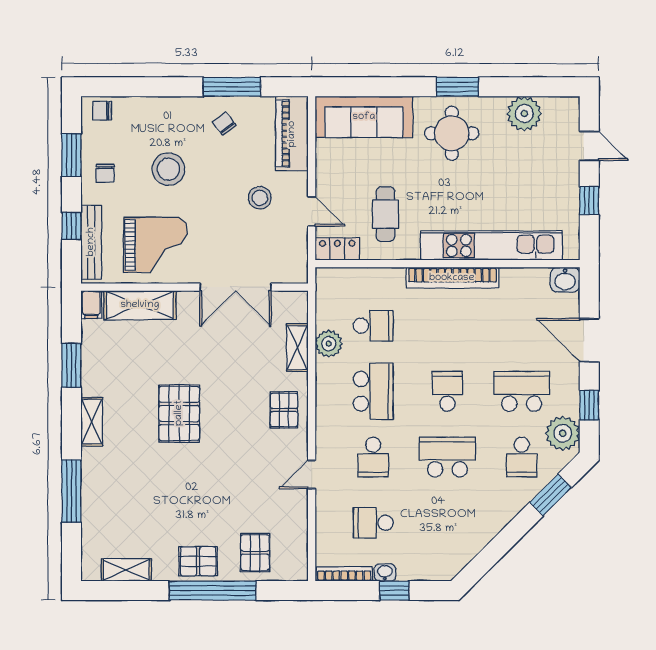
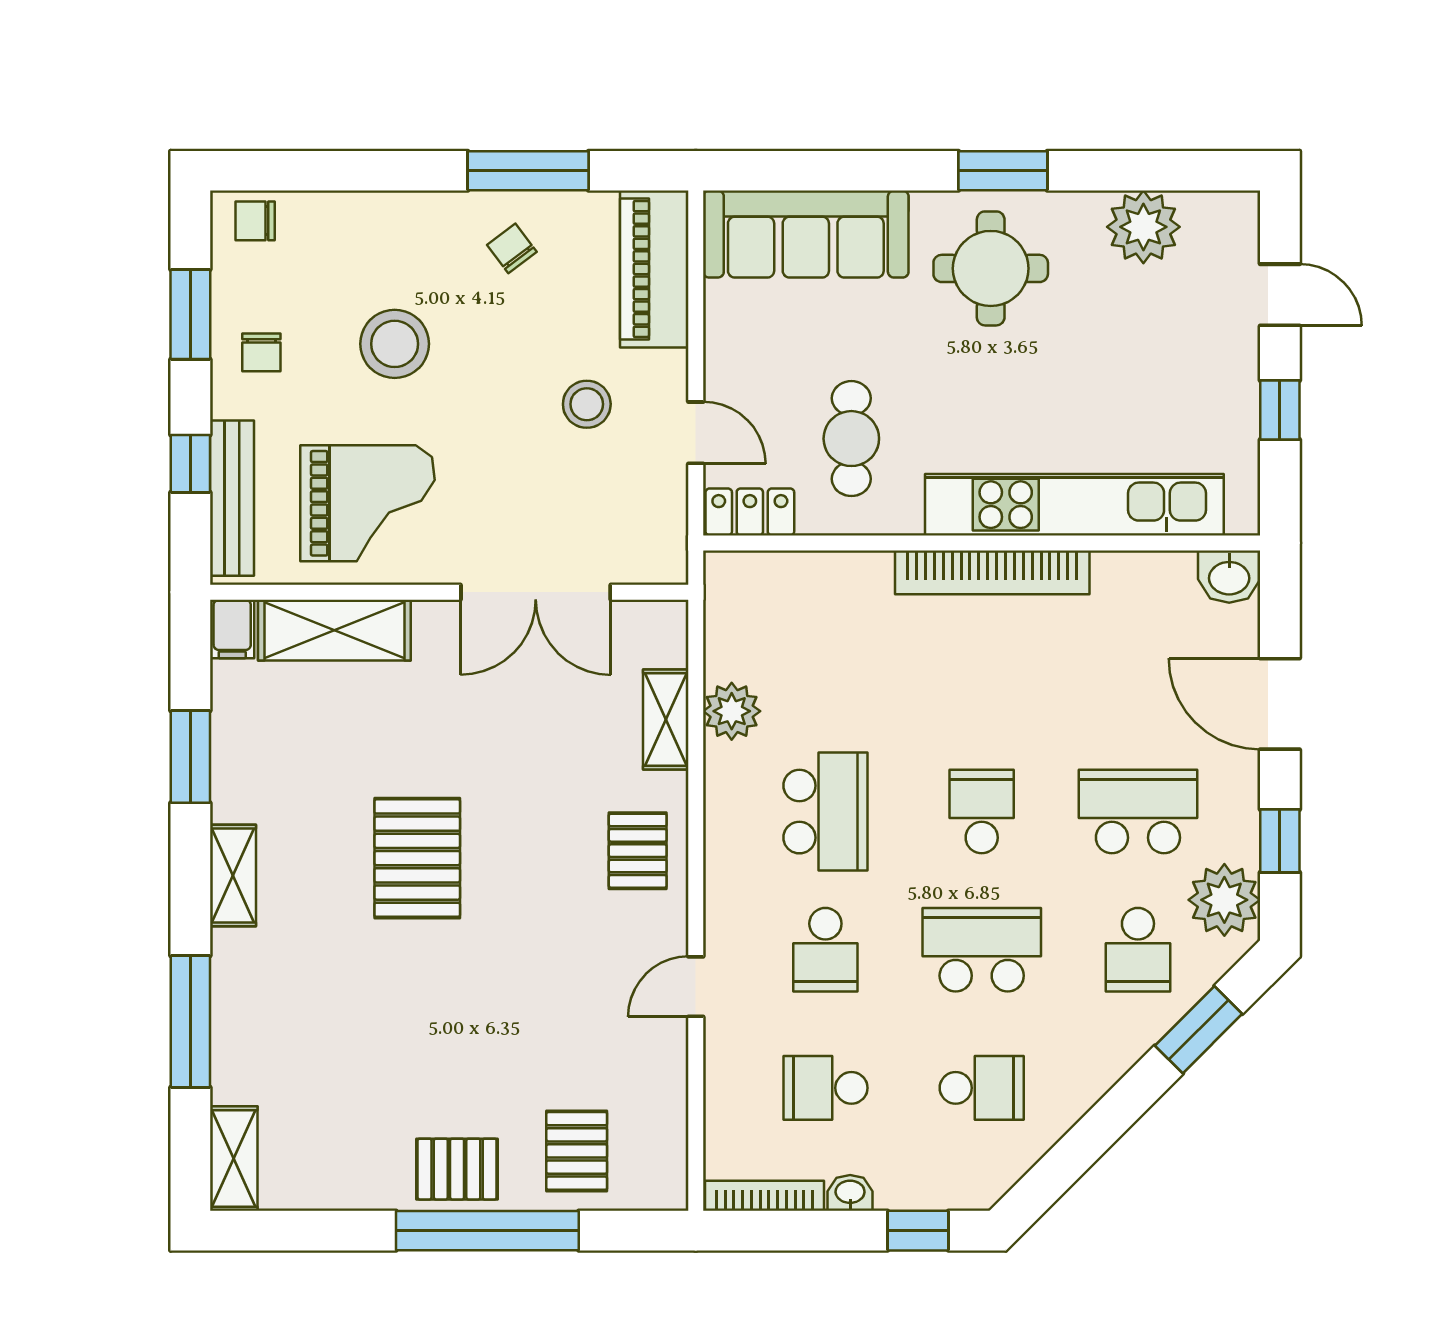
school desk: (373, 326) -> (982, 1088), moved
shelving: (126, 570) -> (234, 1158), moved, turned 90
window: (394, 590) -> (918, 1231), moved

